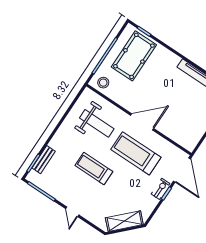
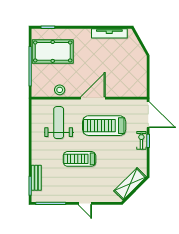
pool table: (134, 56) -> (53, 51), turned 90
stool: (103, 83) -> (60, 90), moved
weight bench: (97, 123) -> (59, 123), turned -90

